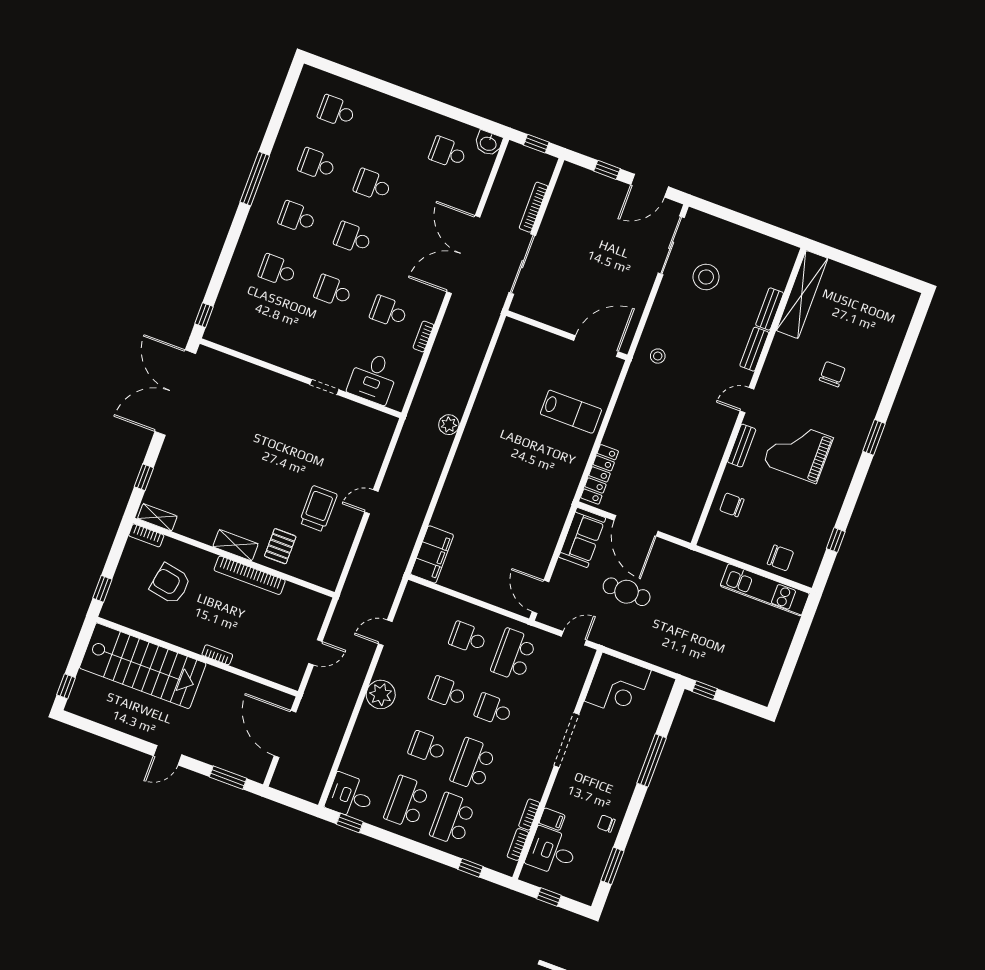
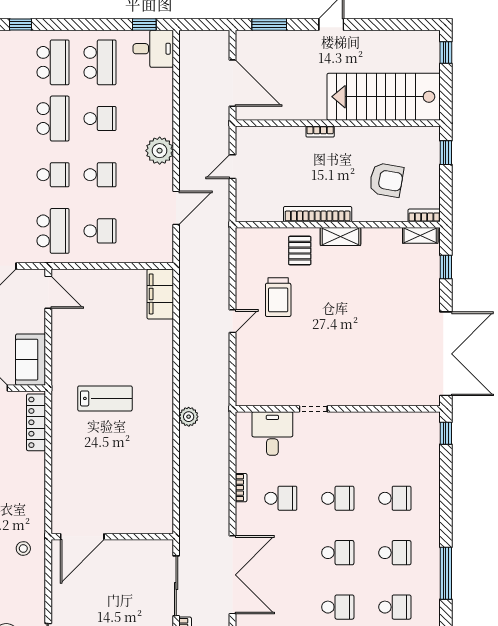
lab bench: (571, 412) -> (105, 398), moved, turned 180
door: (385, 633) -> (176, 208), width x1.37

